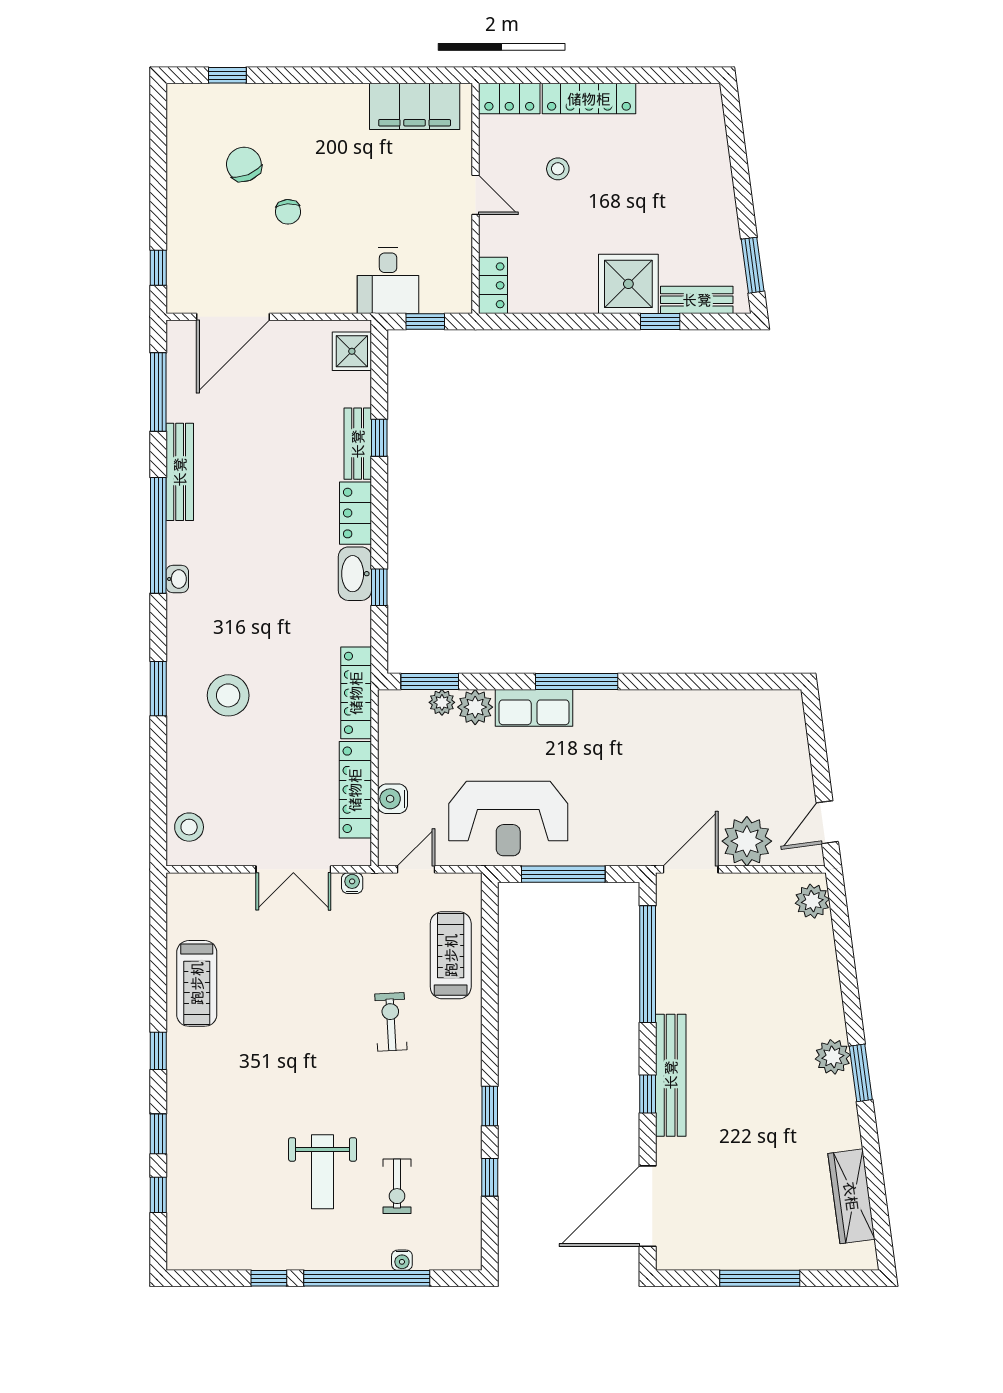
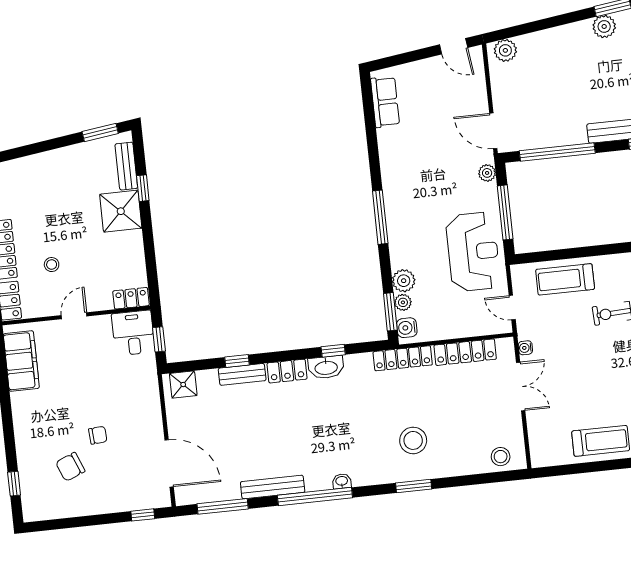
desk: (388, 281) -> (133, 333), moved, turned -90
row of seats: (534, 708) -> (385, 102), moved
water cooler: (393, 799) -> (407, 328), moved, turned 90
plant: (747, 841) -> (487, 173), moved, width x0.53, depth x0.53

